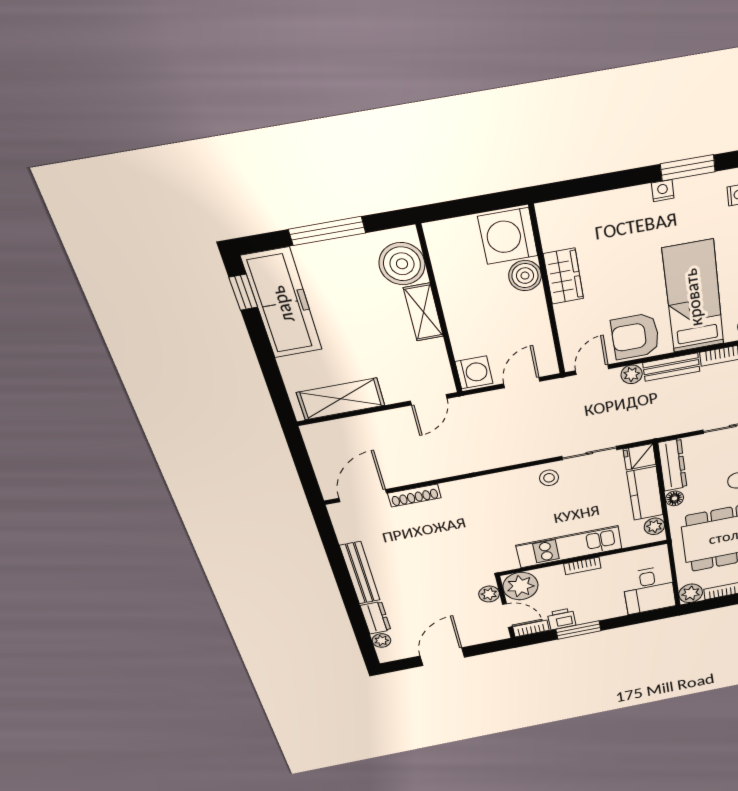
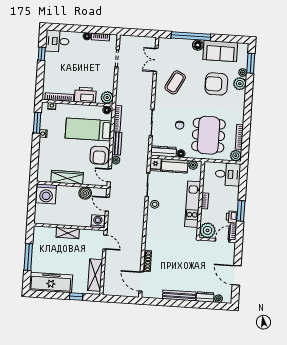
boiler: (402, 264) -> (47, 235), removed
boiler: (525, 276) -> (85, 193), moved
wardrobe: (563, 276) -> (67, 177), width x1.50
window: (243, 292) -> (76, 297), moved
plant: (489, 594) -> (208, 245), removed

